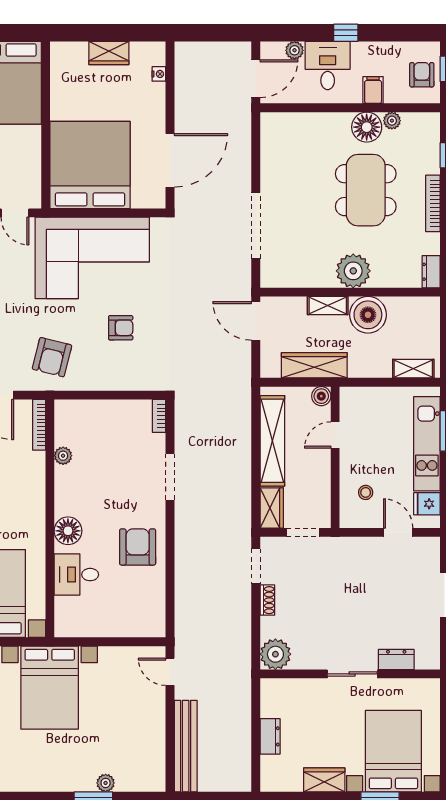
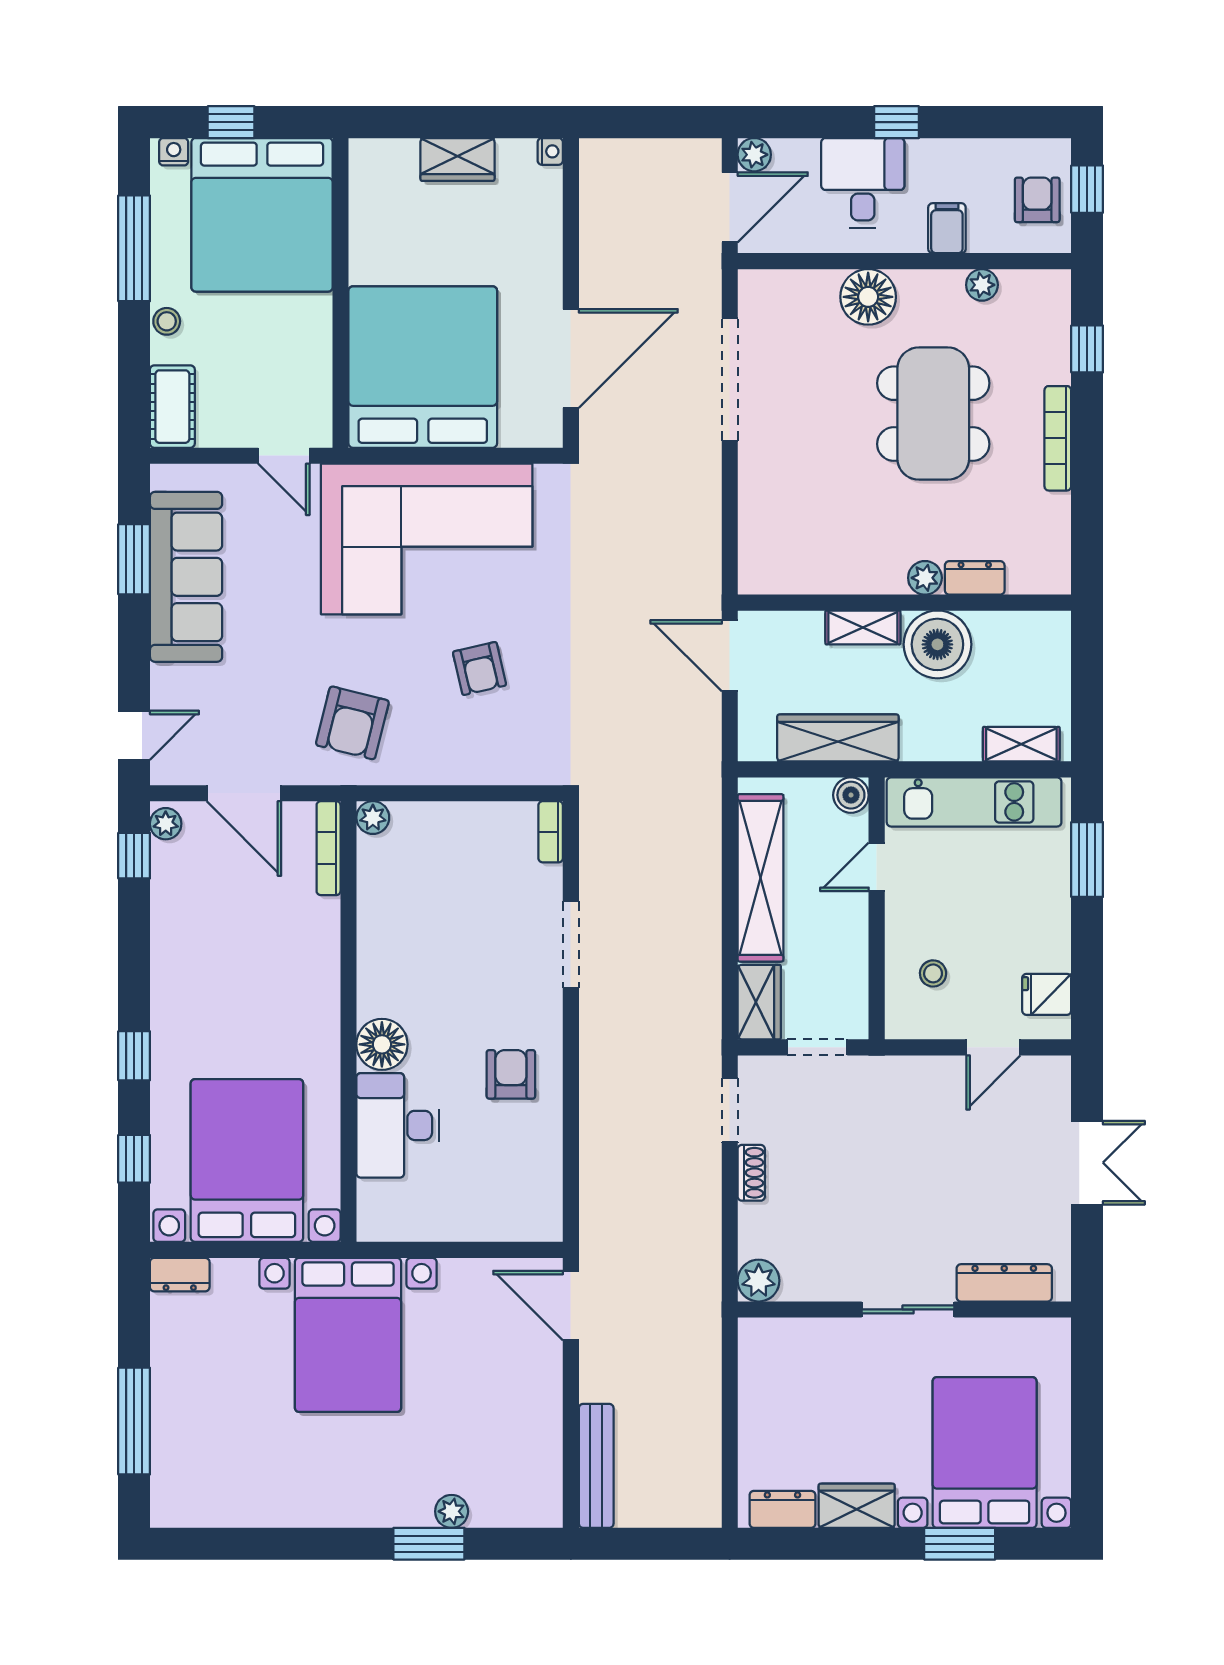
plant: (295, 50) -> (754, 155), moved
nightstand: (159, 74) -> (550, 151), moved
floor lamp: (367, 127) -> (868, 297), moved
doorway: (256, 226) -> (730, 380), moved
plant: (353, 271) -> (925, 578), width x0.53, depth x0.53
dresser: (431, 272) -> (975, 578), moved, turned 90
armchair: (121, 328) -> (480, 668), turned 77
kitchen unit: (427, 444) -> (974, 802), moved, turned -90
plant: (63, 456) -> (373, 818), moved
door: (398, 532) -> (993, 1047), swing flipped
armchair: (138, 547) -> (511, 1074), width x0.72, depth x0.72
desk: (76, 575) -> (398, 1125), width x1.37
plant: (275, 654) -> (759, 1281), width x0.73, depth x0.73
dresser: (396, 660) -> (1004, 1283), width x1.44
door: (170, 672) -> (571, 1306), width x1.38
dresser: (270, 736) -> (782, 1509), moved, turned -90
bench: (186, 746) -> (596, 1466), width x0.73, depth x0.82

